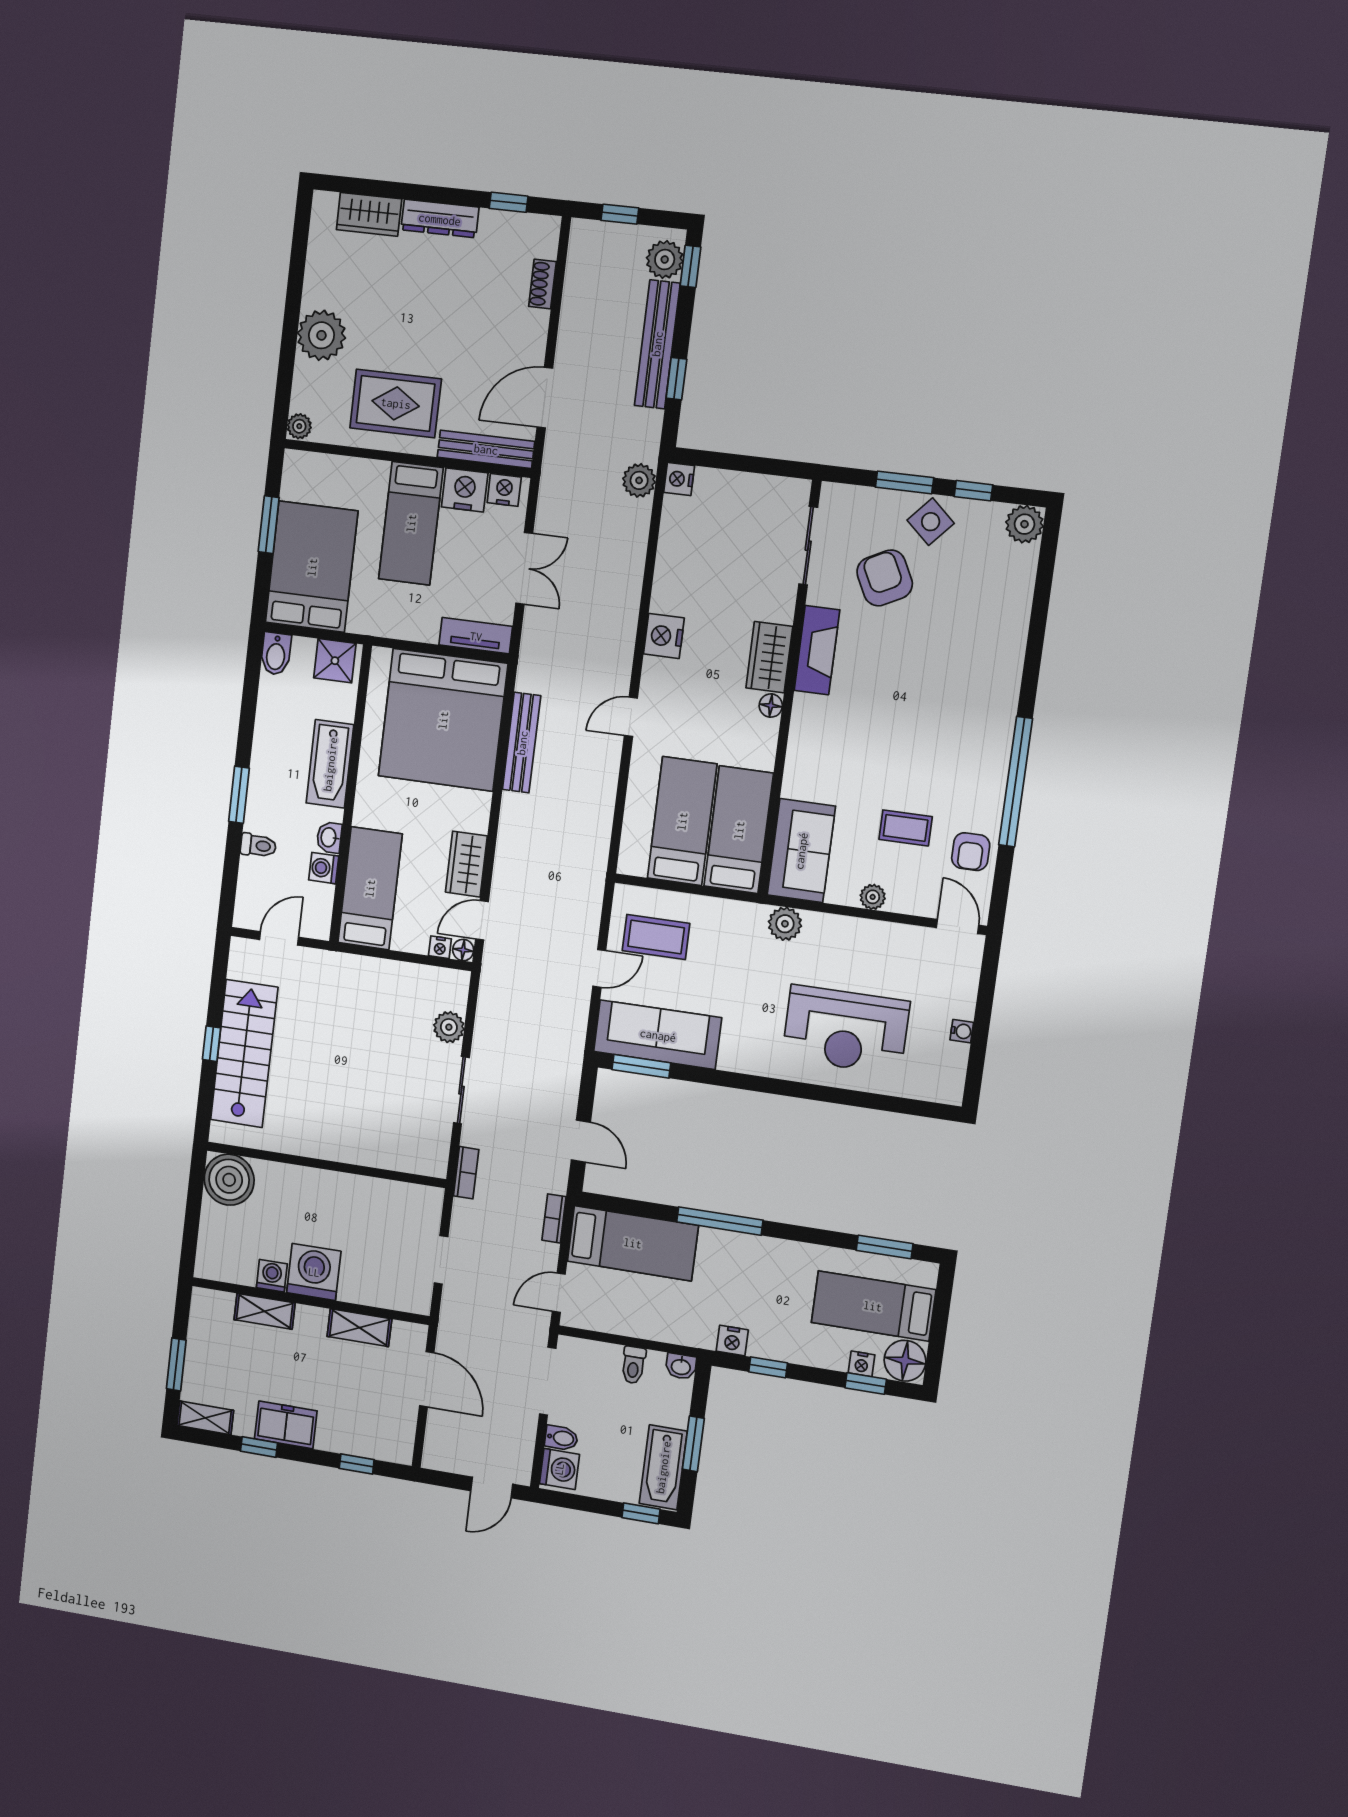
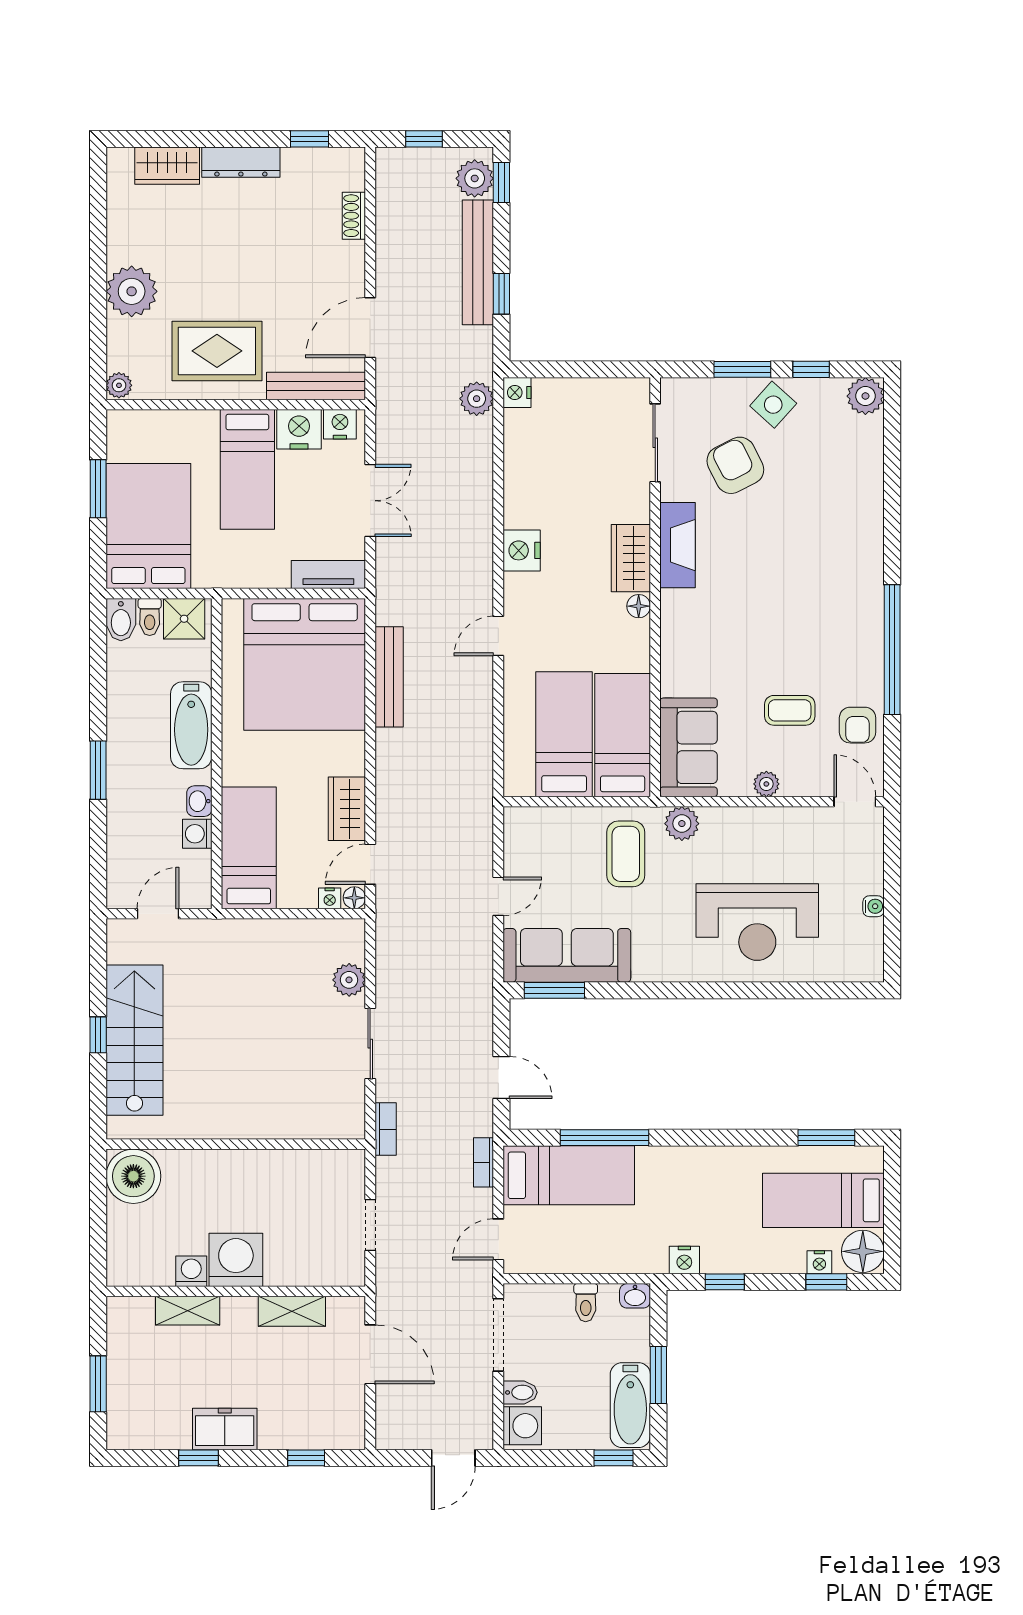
toilet: (258, 846) -> (150, 617), moved, turned 90
coffee table: (656, 937) -> (626, 854), moved, turned 90
window: (720, 1221) -> (605, 1138), moved
shelving: (205, 1418) -> (136, 1436), removed

